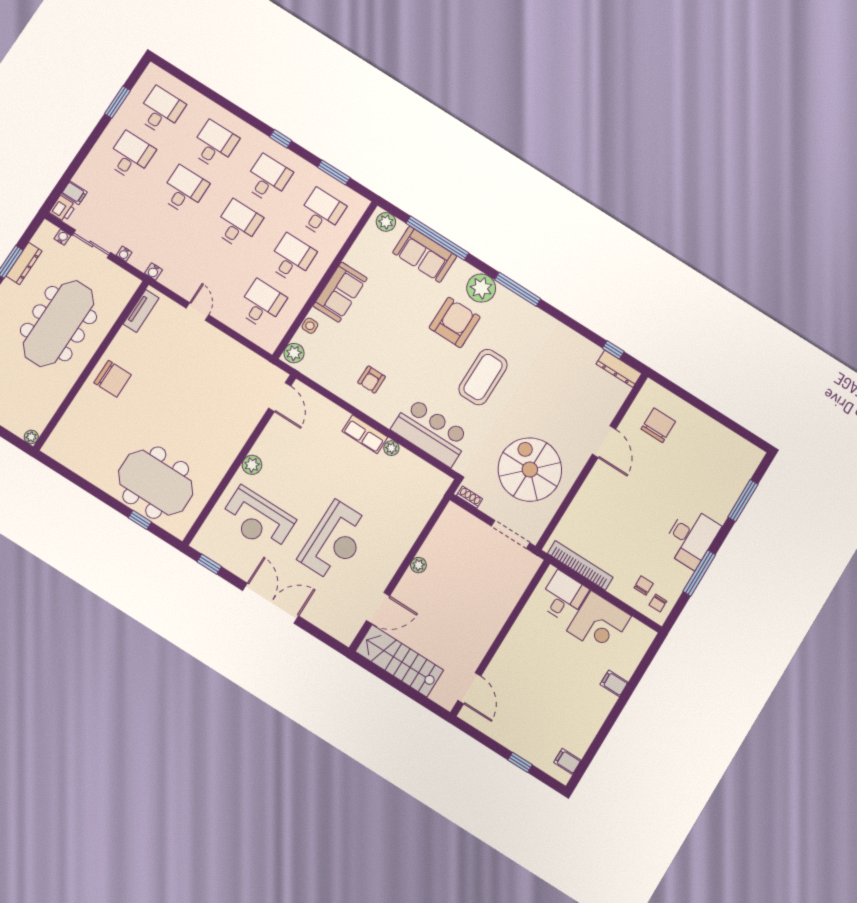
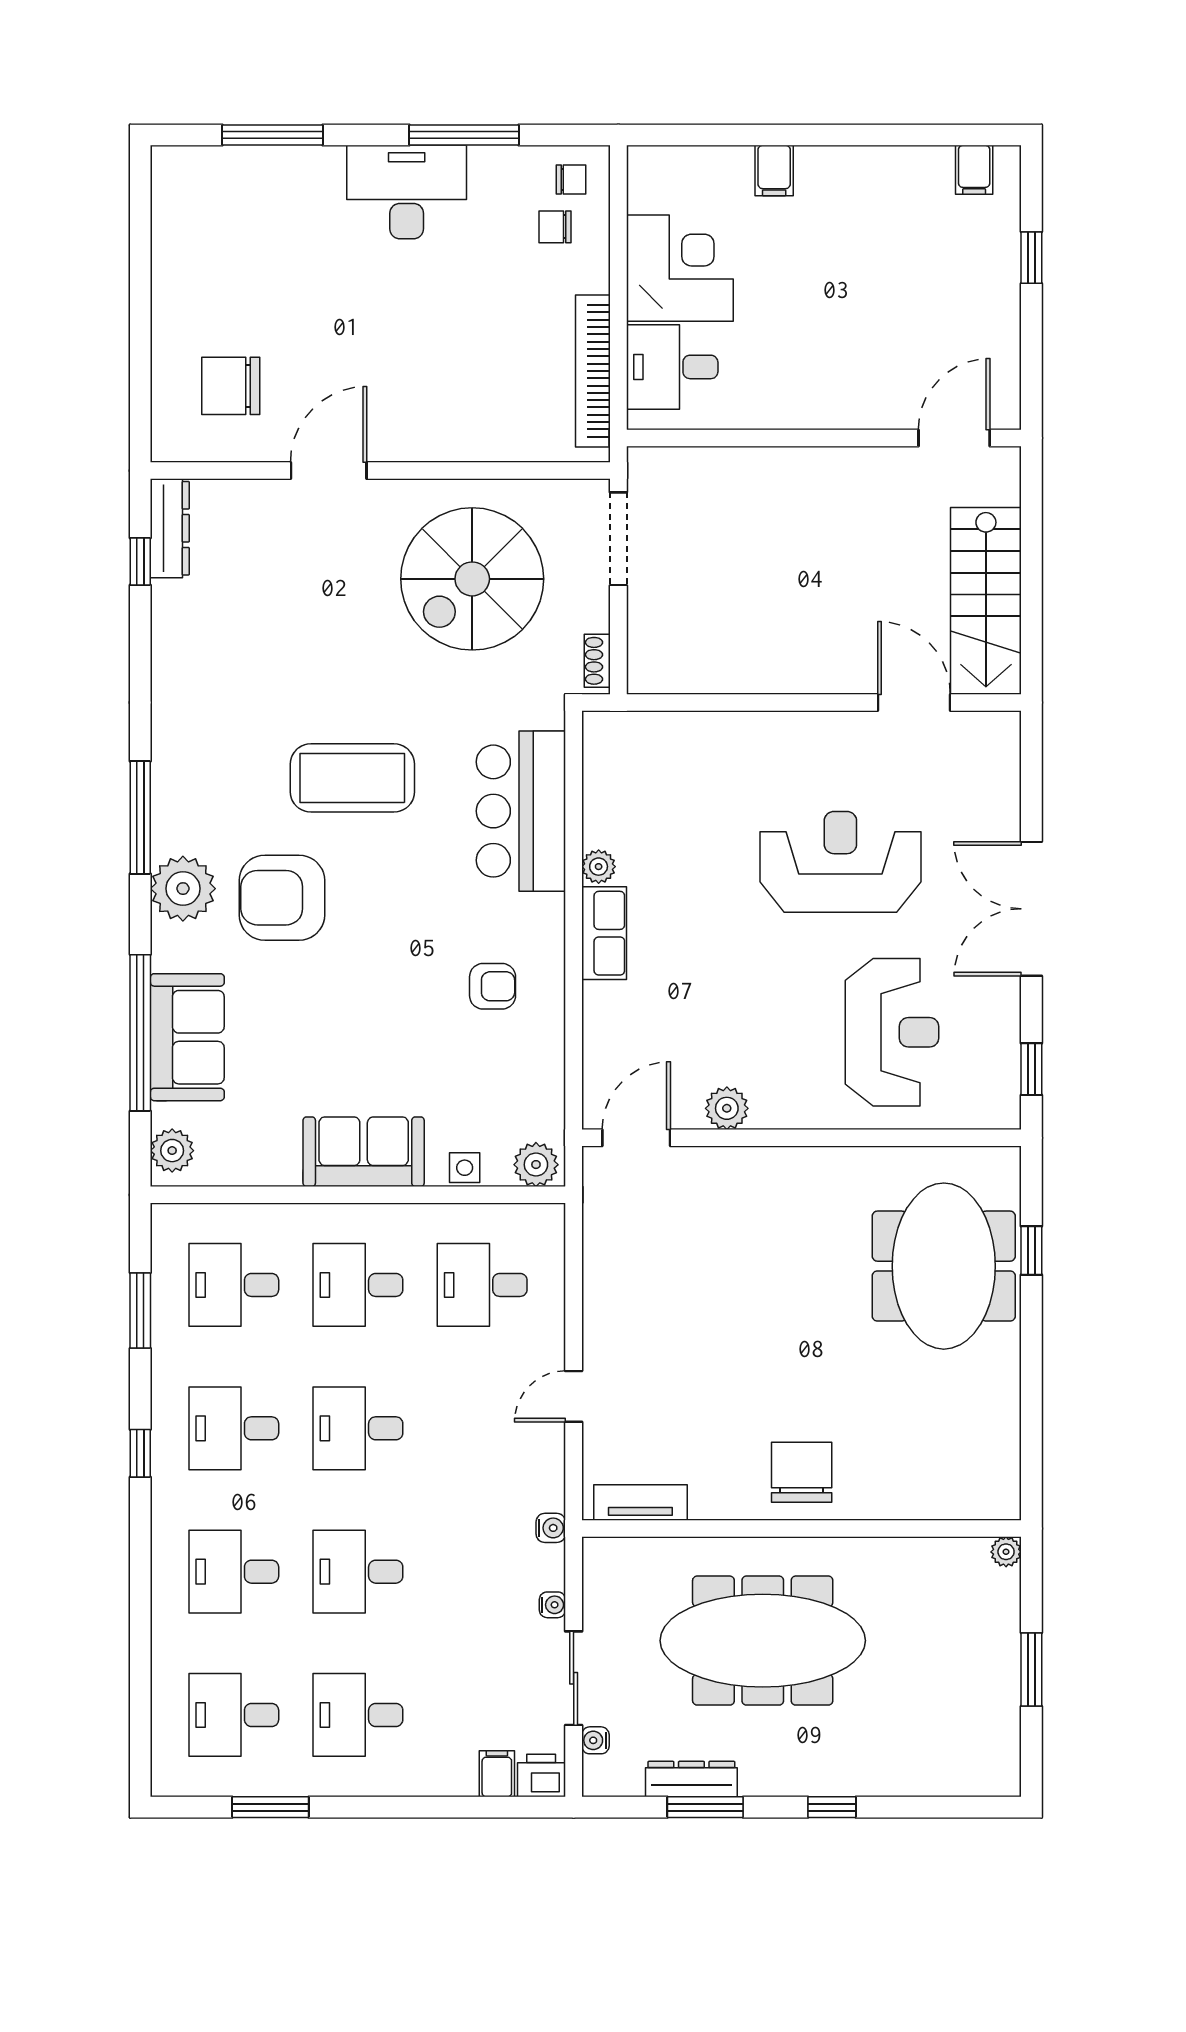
plant: (252, 465) -> (727, 1108), moved
plant: (418, 565) -> (786, 677), removed

